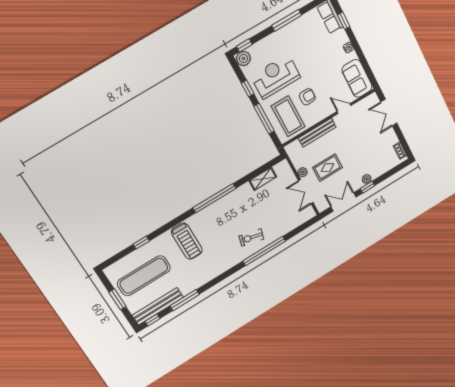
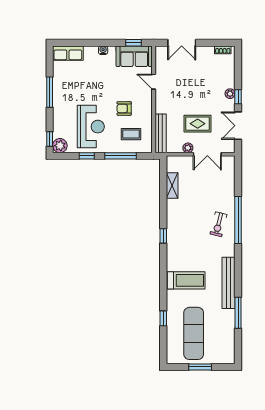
window: (344, 21) -> (133, 43), moved
reception desk: (276, 77) -> (91, 127), turned 180
armchair: (307, 97) -> (124, 108), turned -90
door: (344, 109) -> (154, 82), hinge flipped
coffee table: (288, 116) -> (131, 134), width x0.54, depth x0.58
bench: (317, 133) -> (161, 133), moved
rug: (328, 168) -> (198, 124), turned 90
window: (214, 198) -> (163, 236), width x0.32
bench: (158, 306) -> (229, 283), moved
window: (153, 320) -> (238, 350), removed

